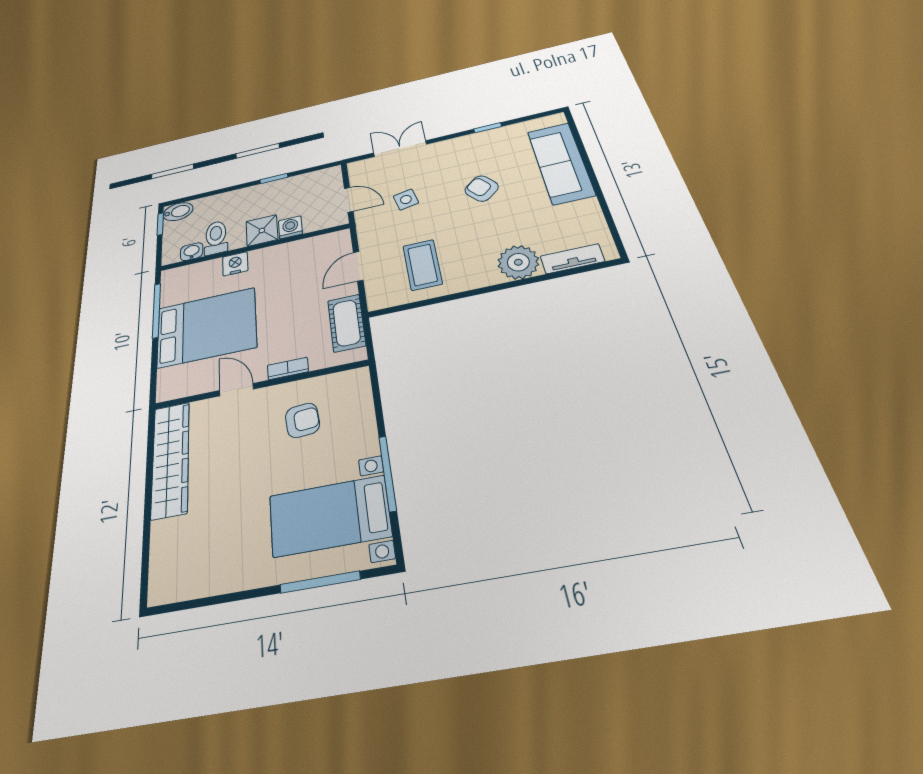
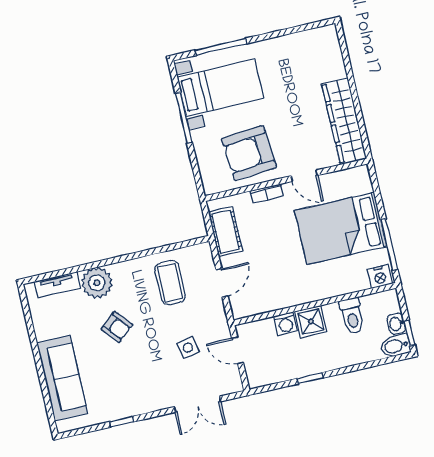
armchair: (482, 189) -> (117, 327), moved
washbasin: (192, 252) -> (396, 324), moved, turned 90
nightstand: (235, 264) -> (380, 276), moved
armchair: (302, 420) -> (249, 153), width x1.88, depth x1.88

